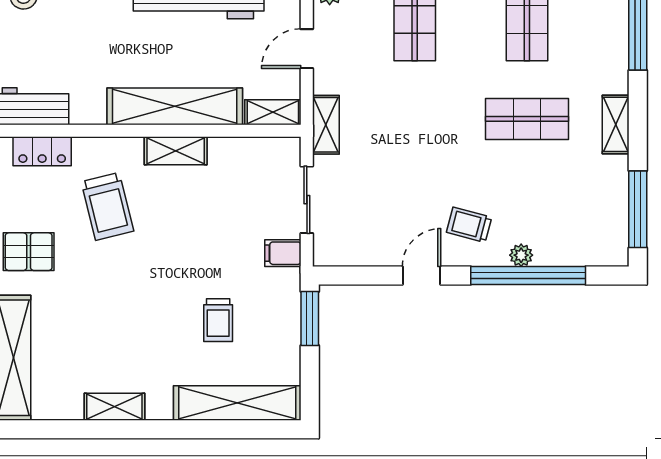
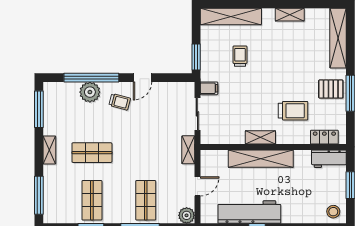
shelving: (273, 112) -> (214, 156), removed
trolley: (107, 206) -> (293, 111), turned 104
plant: (521, 255) -> (90, 92), width x1.88, depth x1.88

